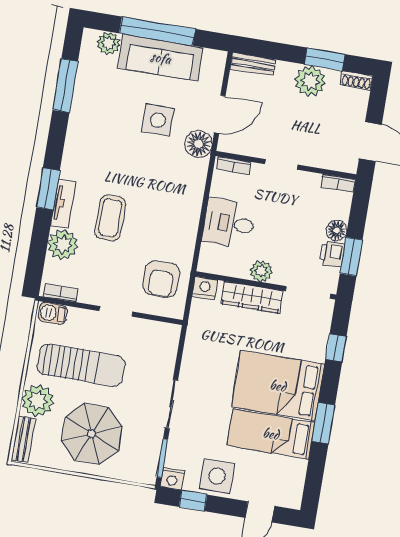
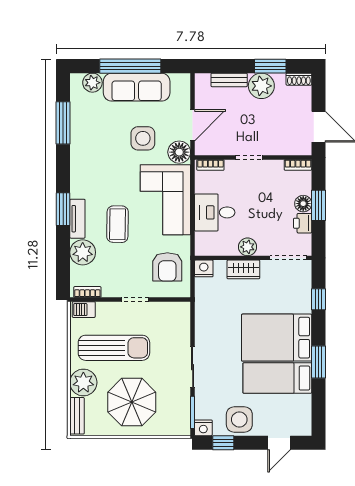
bench: (253, 64) -> (229, 80), moved
corner sofa: (172, 198) -> (165, 200), added
window: (351, 257) -> (319, 205), moved
wardrobe: (252, 297) -> (243, 269), width x0.67

